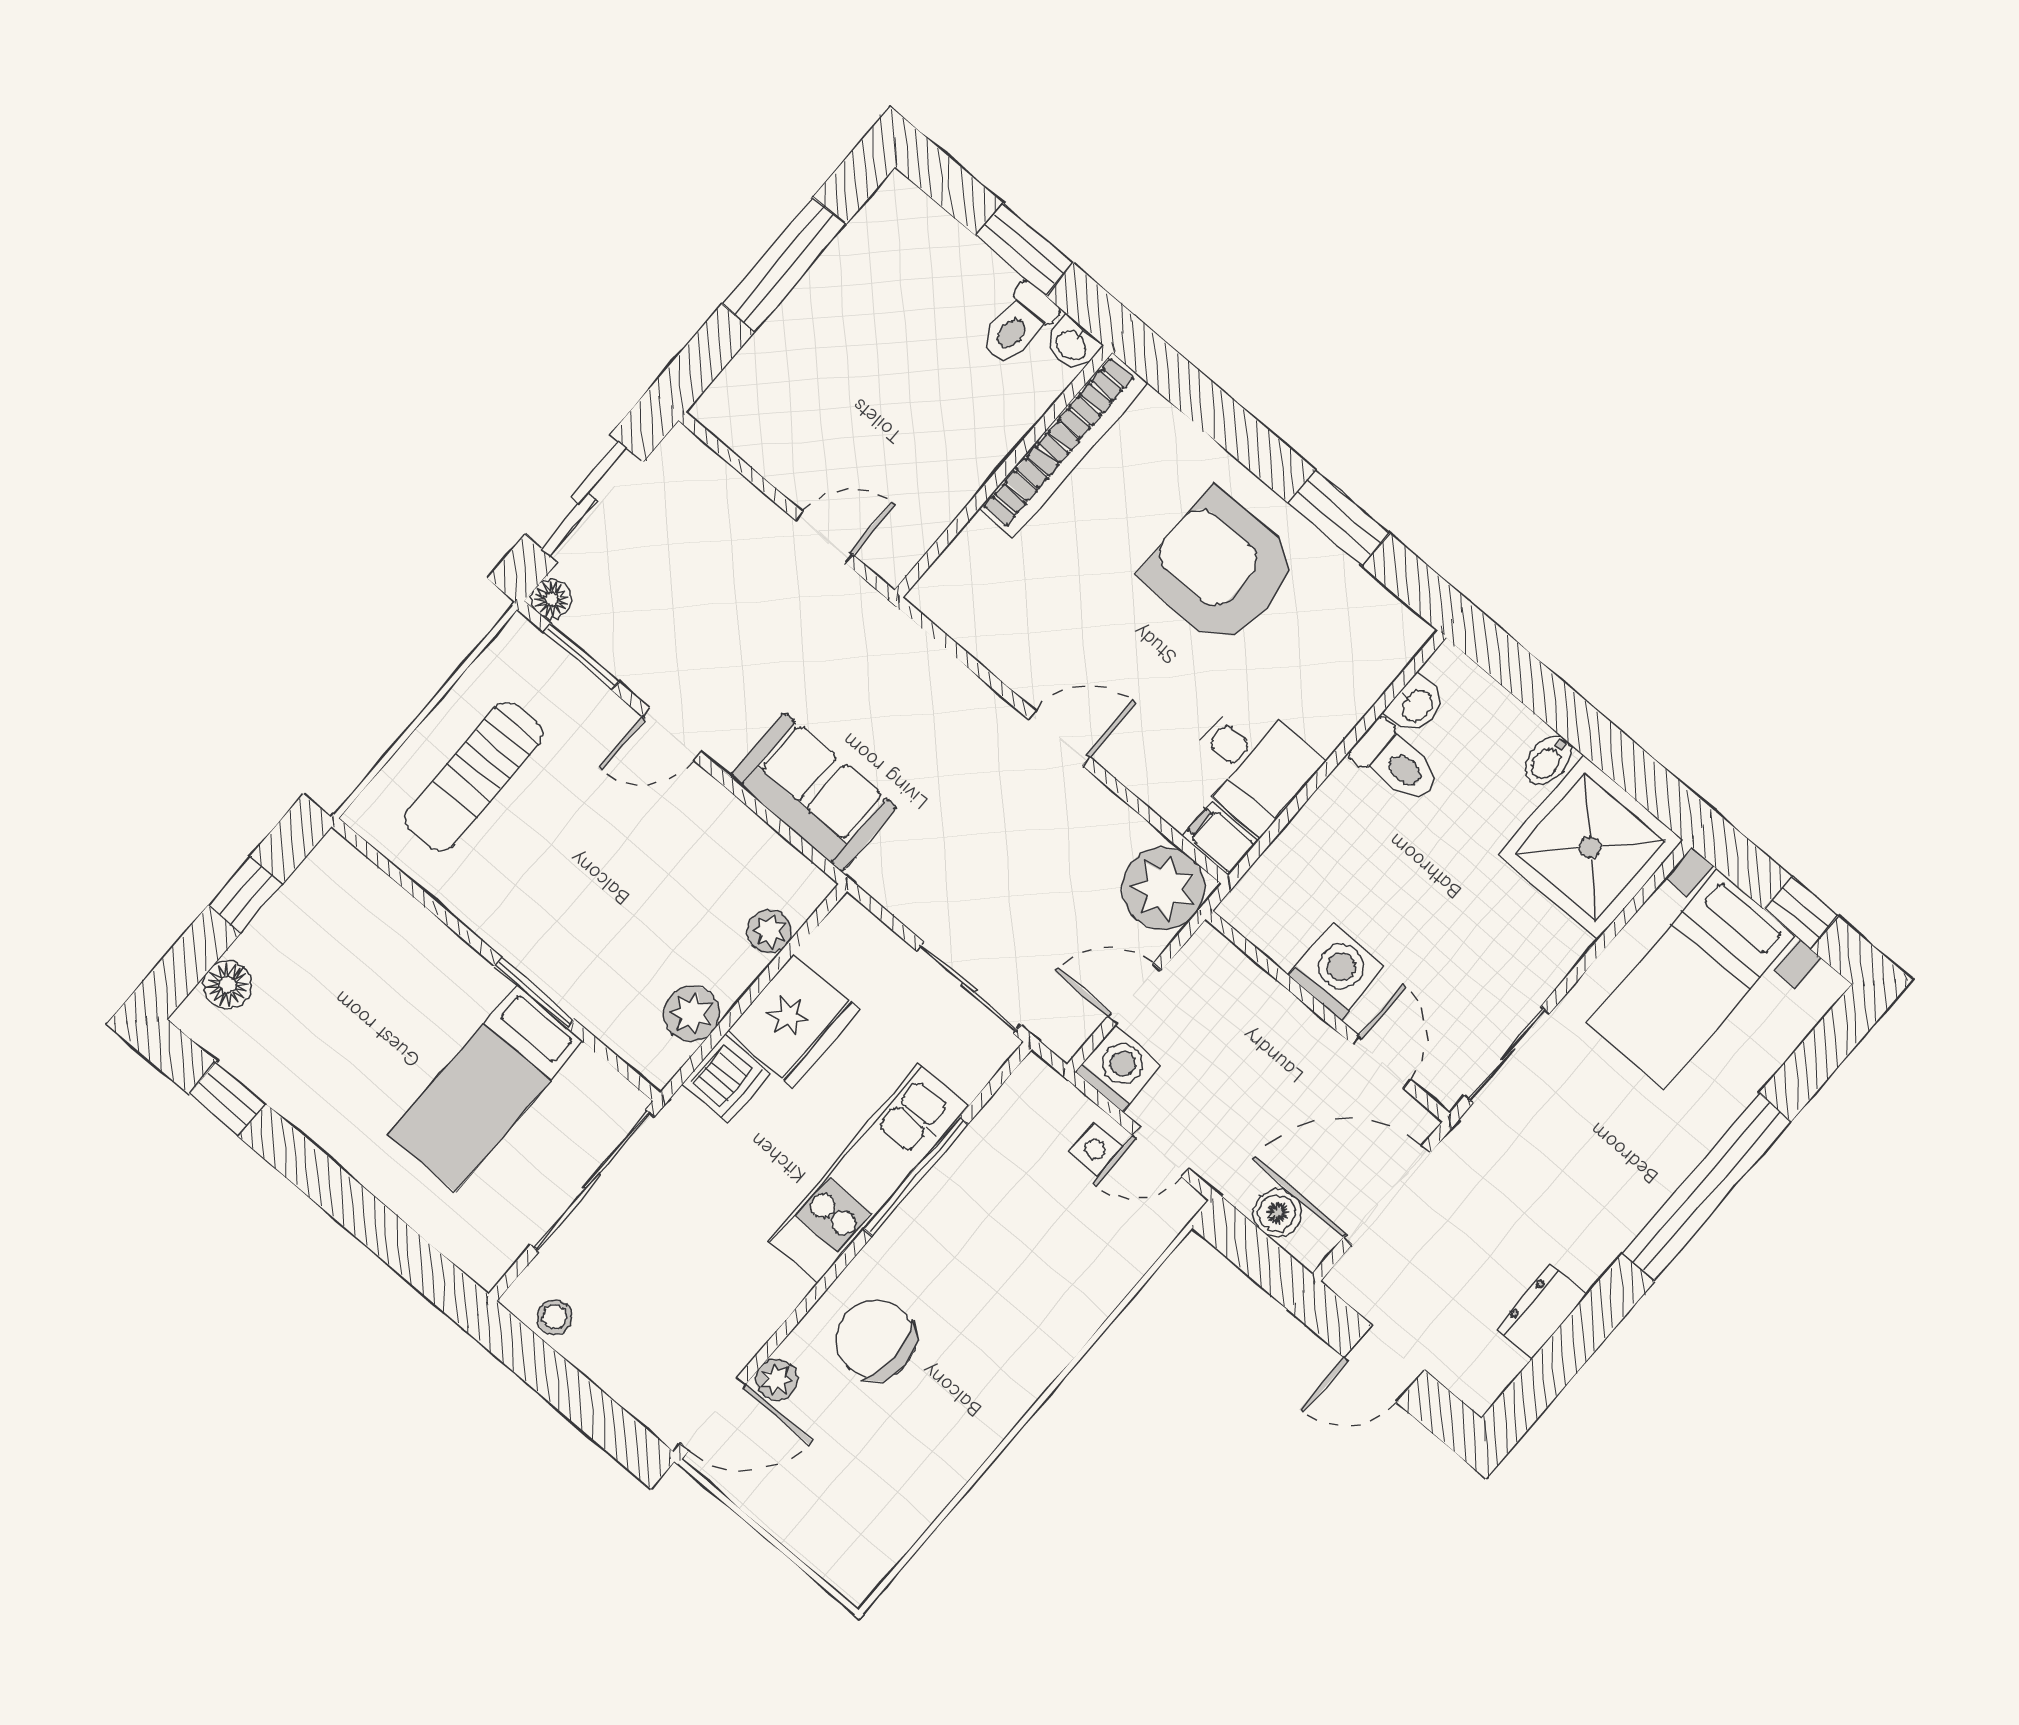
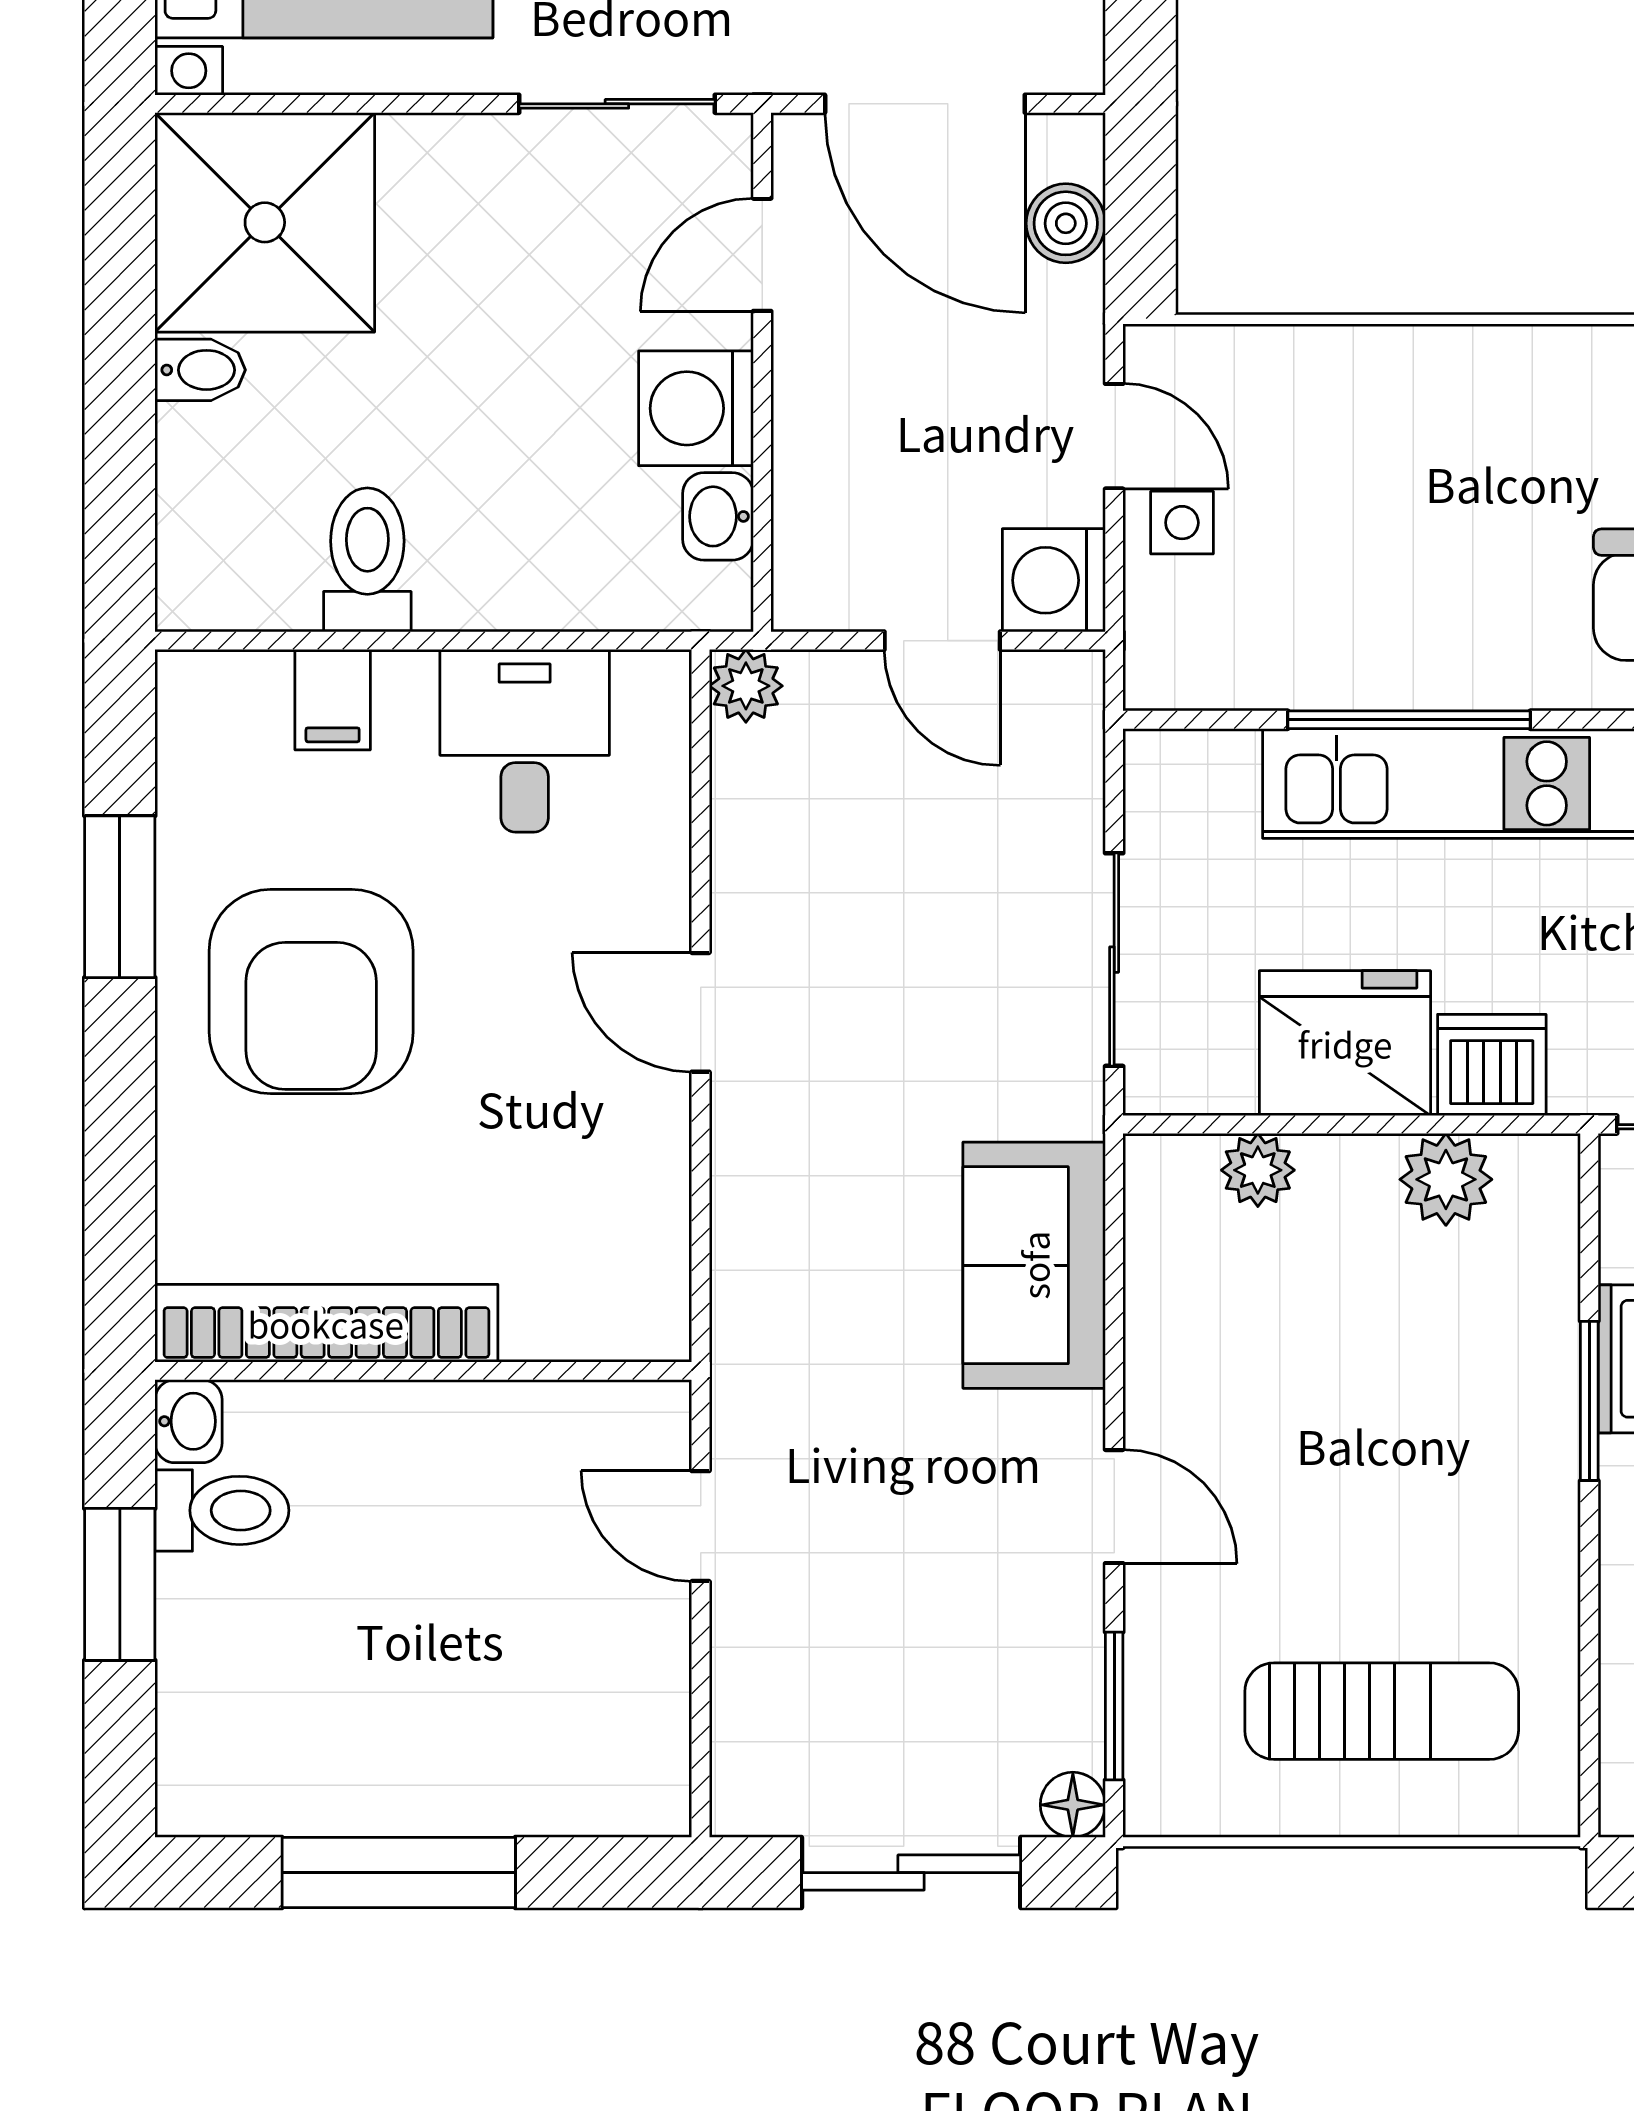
washbasin: (1416, 705) -> (718, 516), moved, turned -90
filing cabinet: (1220, 839) -> (333, 700), moved
plant: (1163, 888) -> (746, 686), width x0.53, depth x0.53
sliding door: (969, 988) -> (1114, 960), moved

